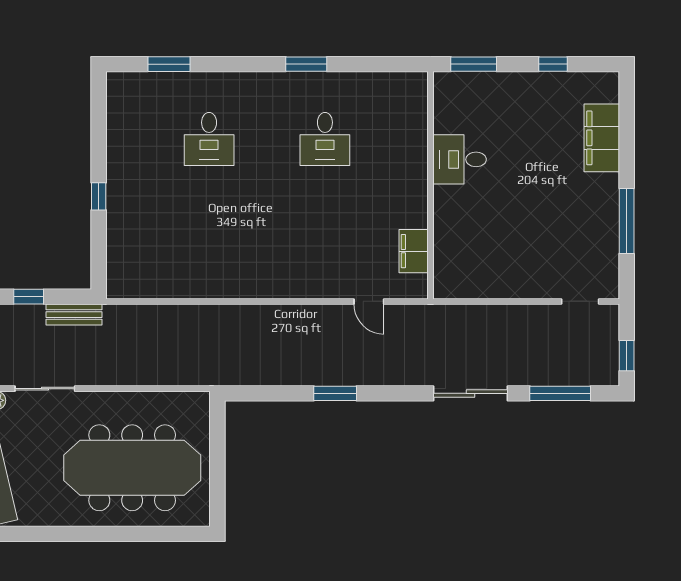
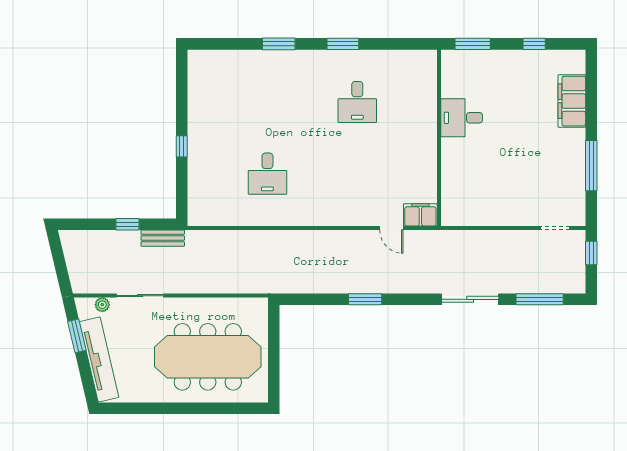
window: (169, 64) -> (279, 44), moved
desk: (209, 139) -> (267, 174), moved
filing cabinet: (414, 251) -> (420, 215), moved, turned 90
window: (627, 356) -> (591, 253), moved

